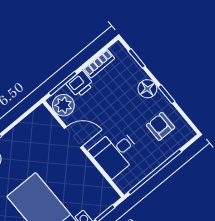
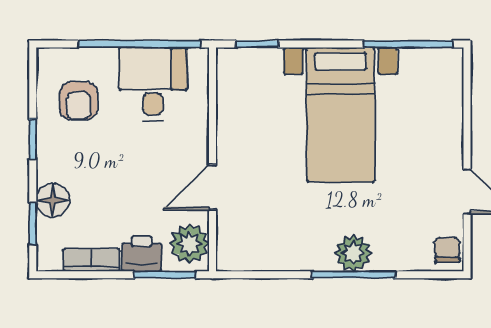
floor lamp: (147, 89) -> (53, 200), moved
door: (73, 137) -> (213, 187), hinge flipped
desk: (115, 153) -> (153, 84), moved, turned -90

